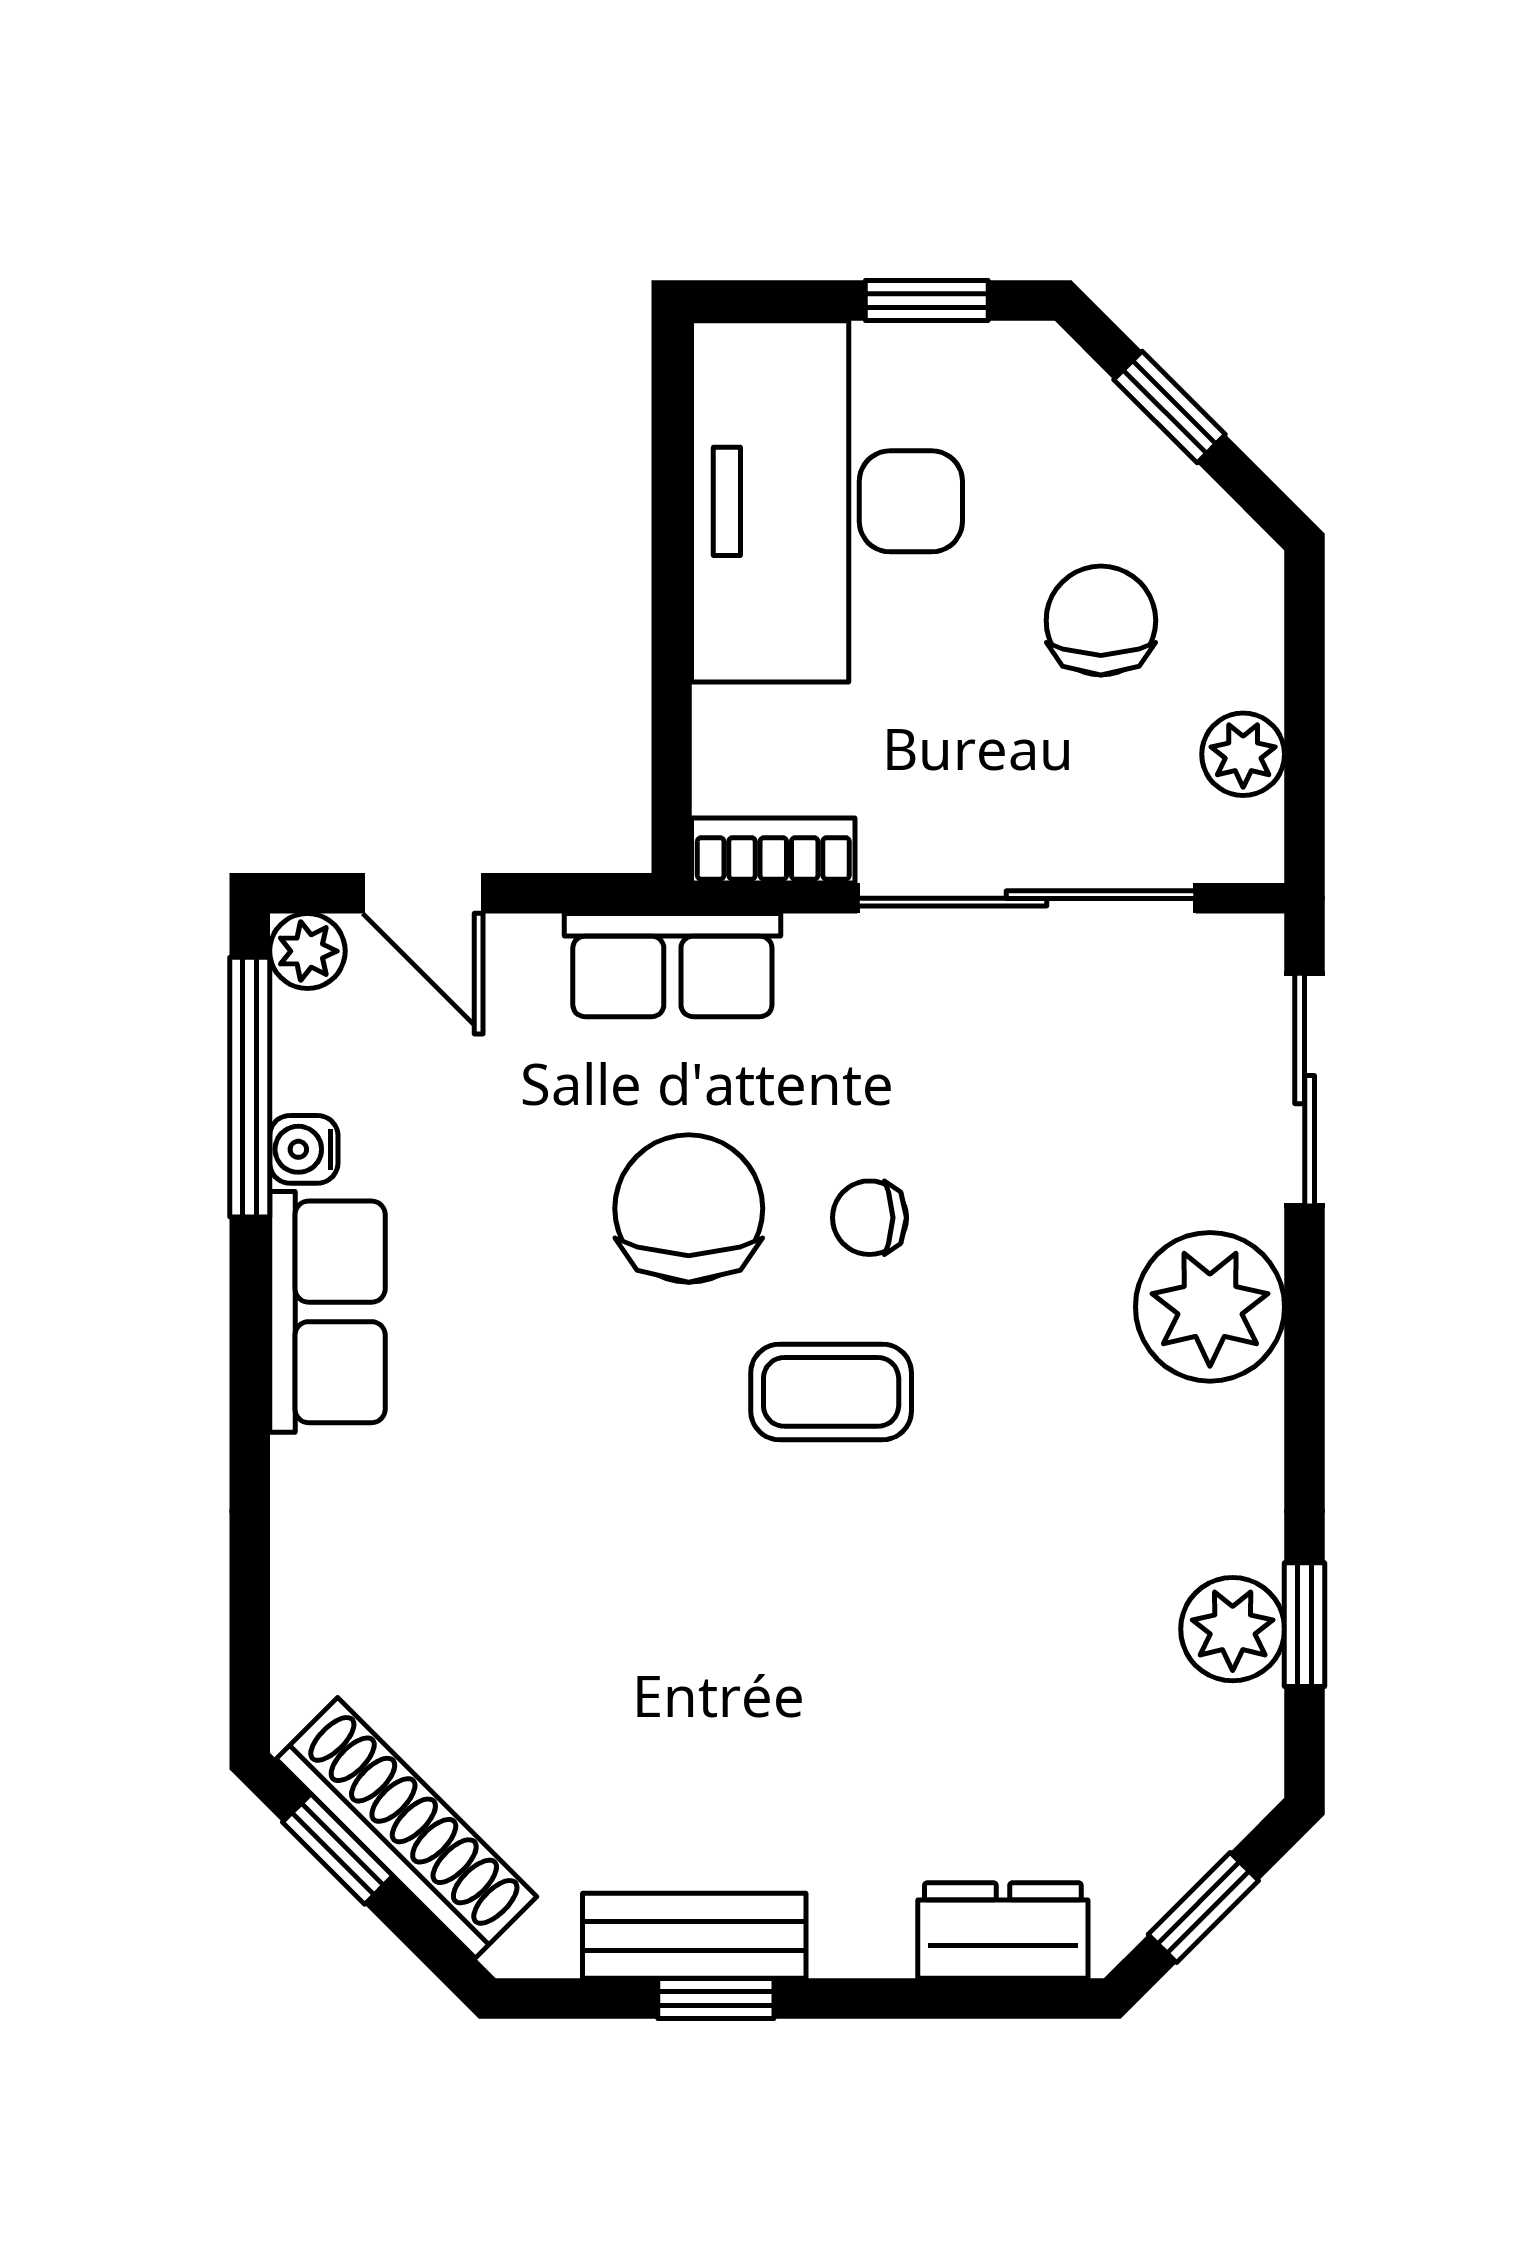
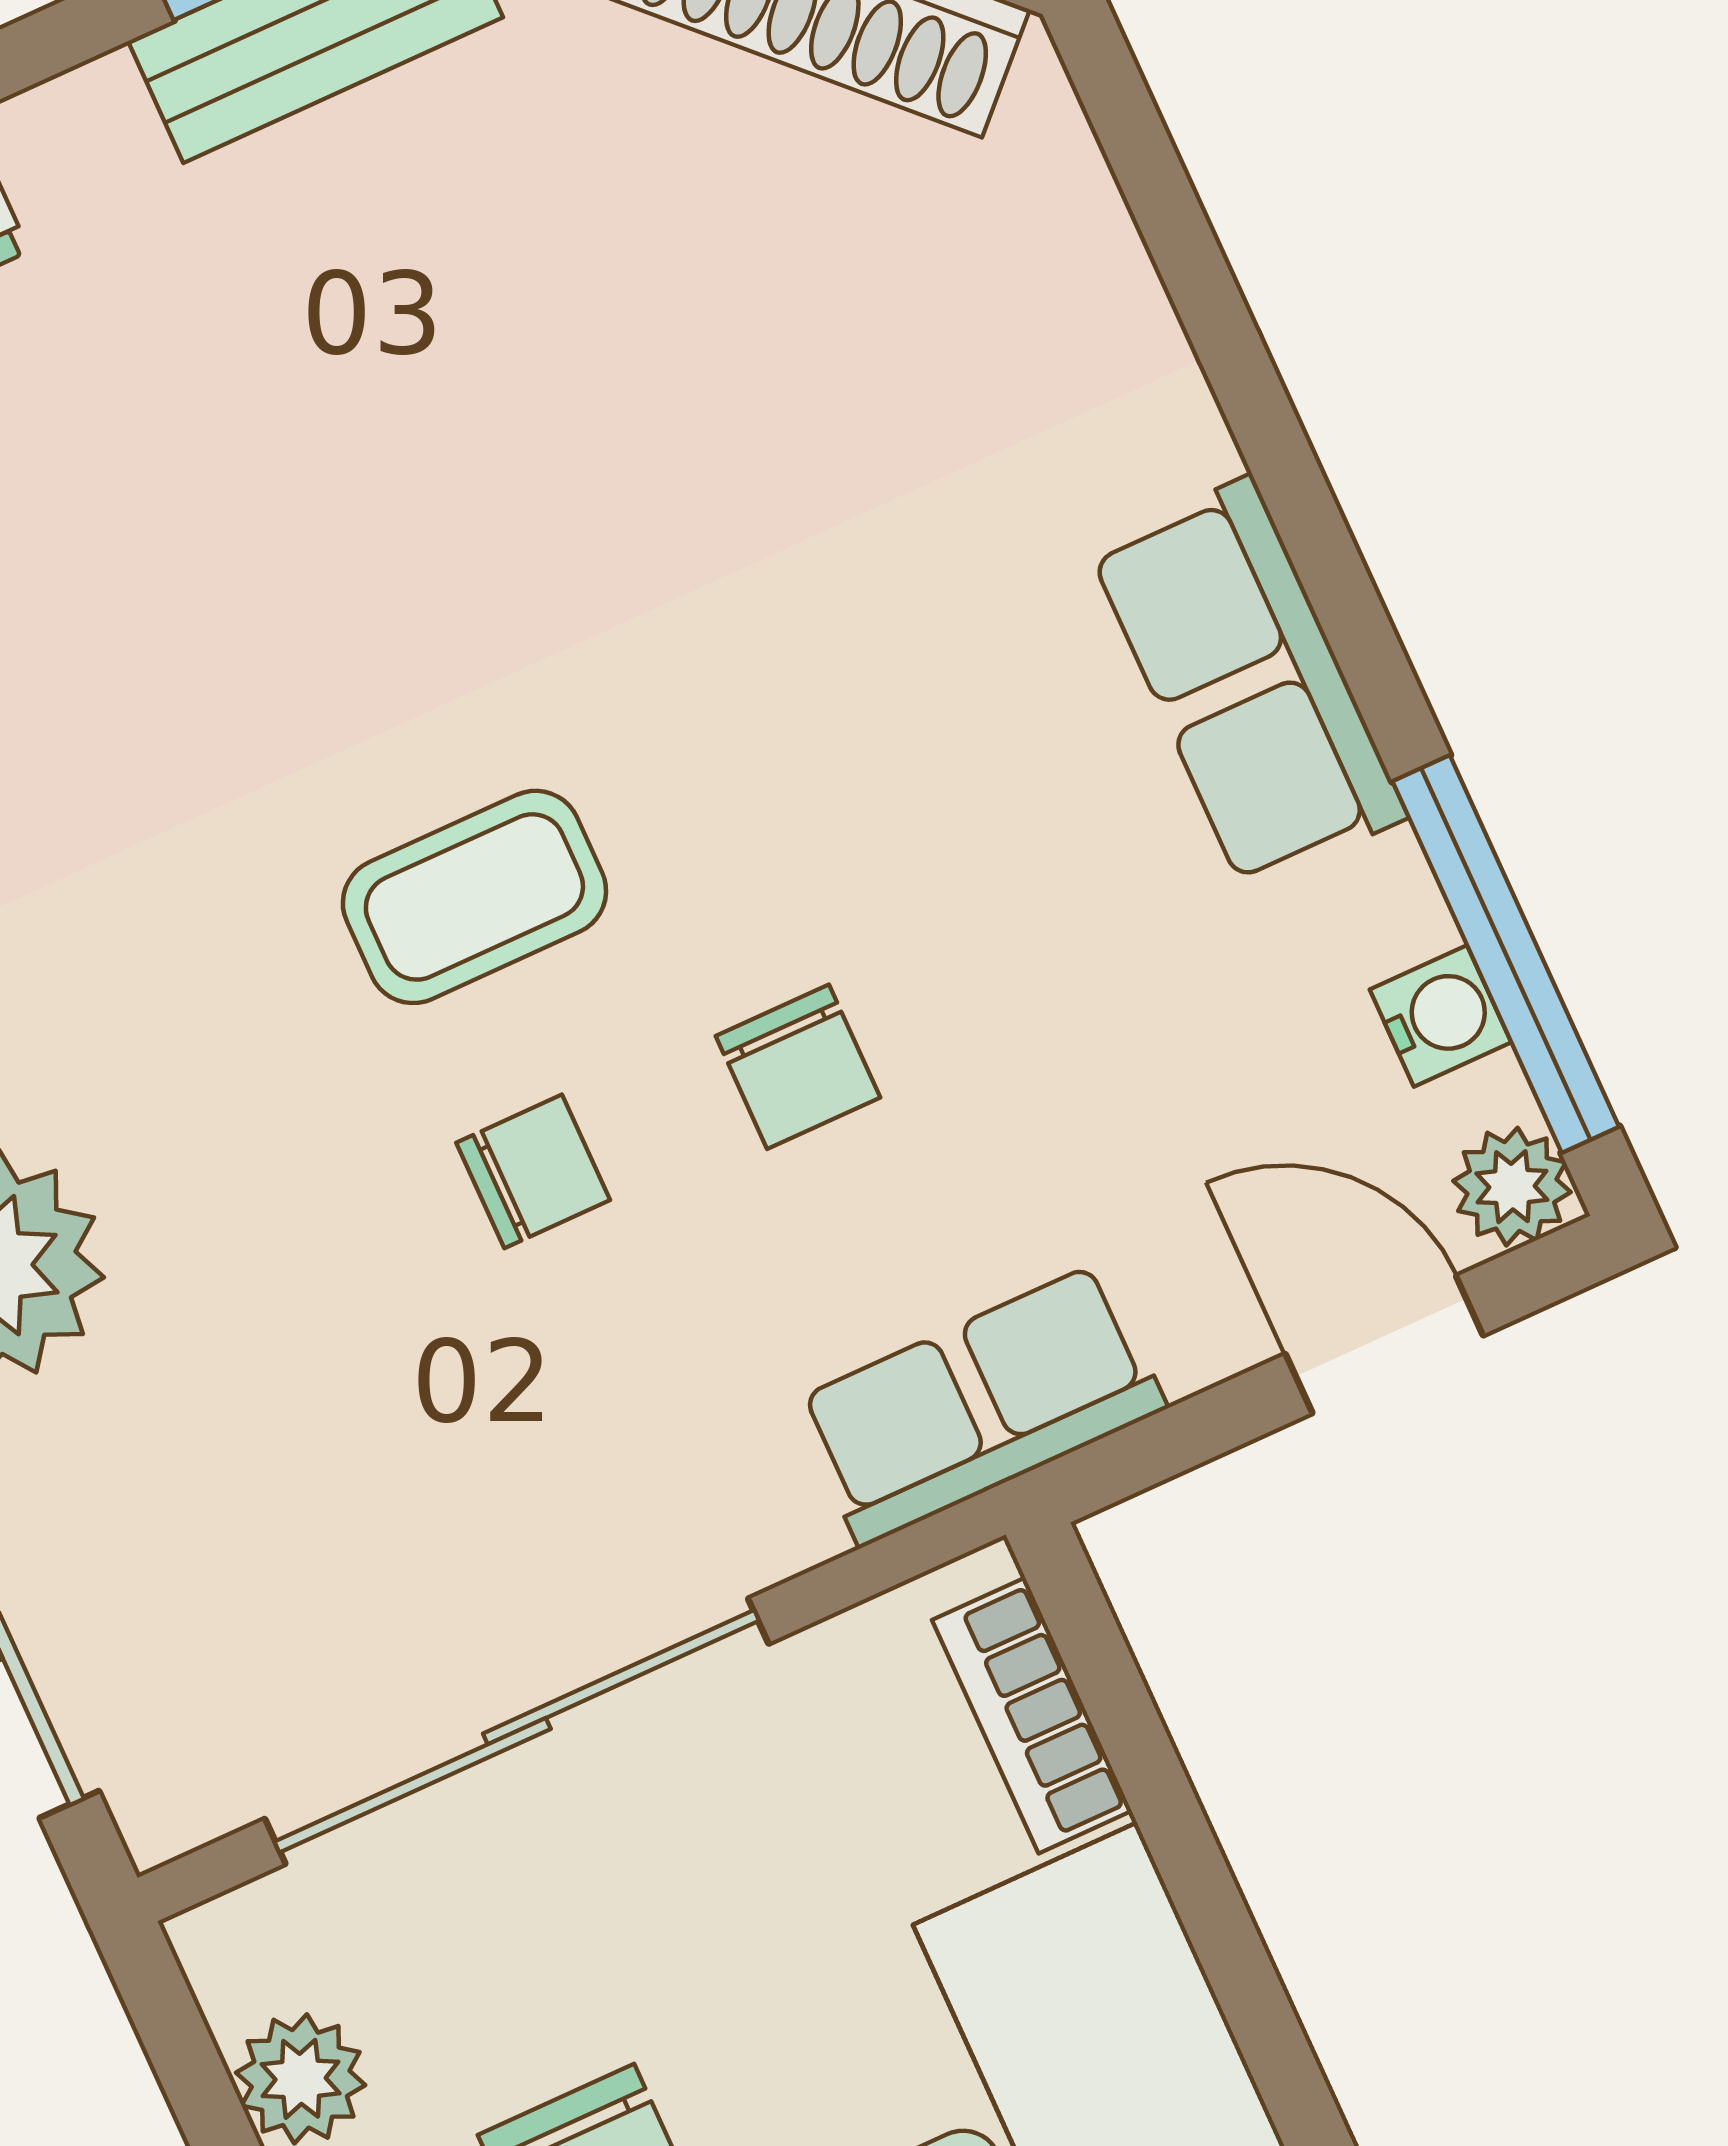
bookcase: (773, 851) -> (1032, 1715), moved, turned 90
water cooler: (304, 1149) -> (1440, 1016), moved
chair: (689, 1208) -> (798, 1067), width x0.54, depth x0.54

